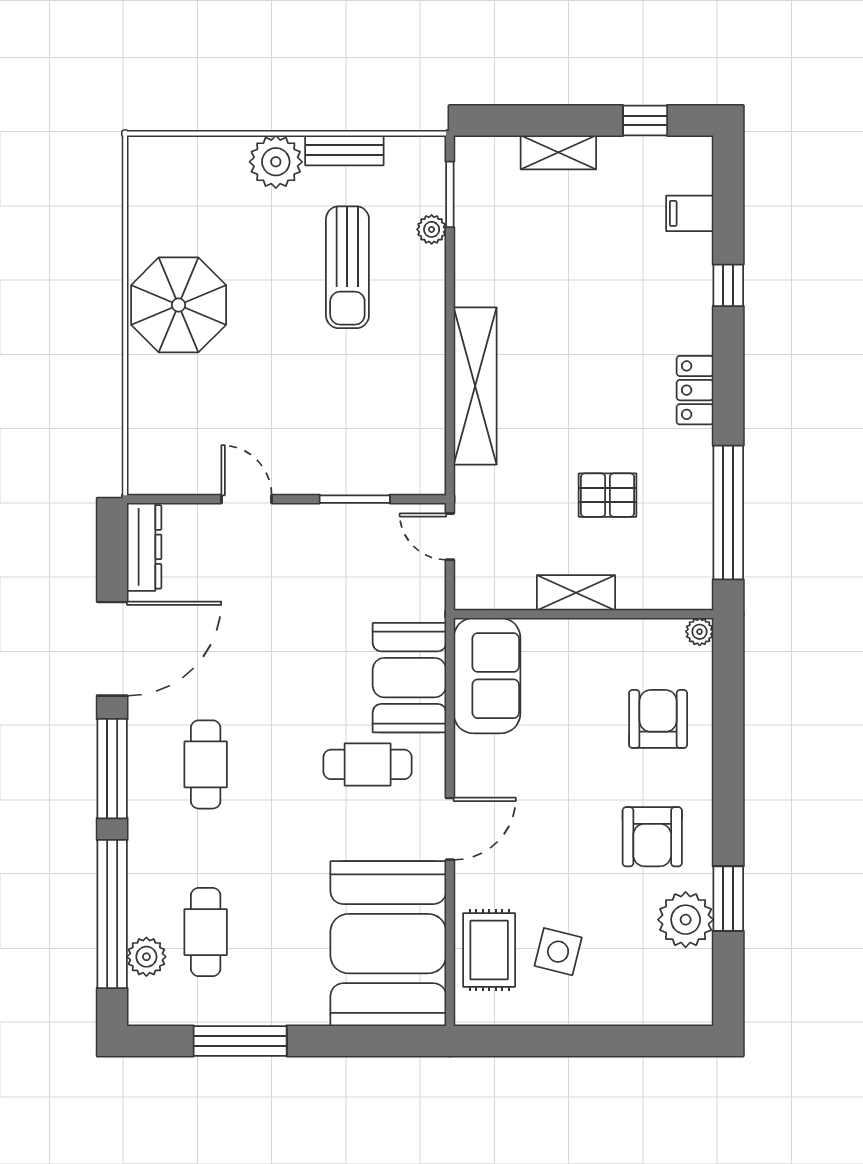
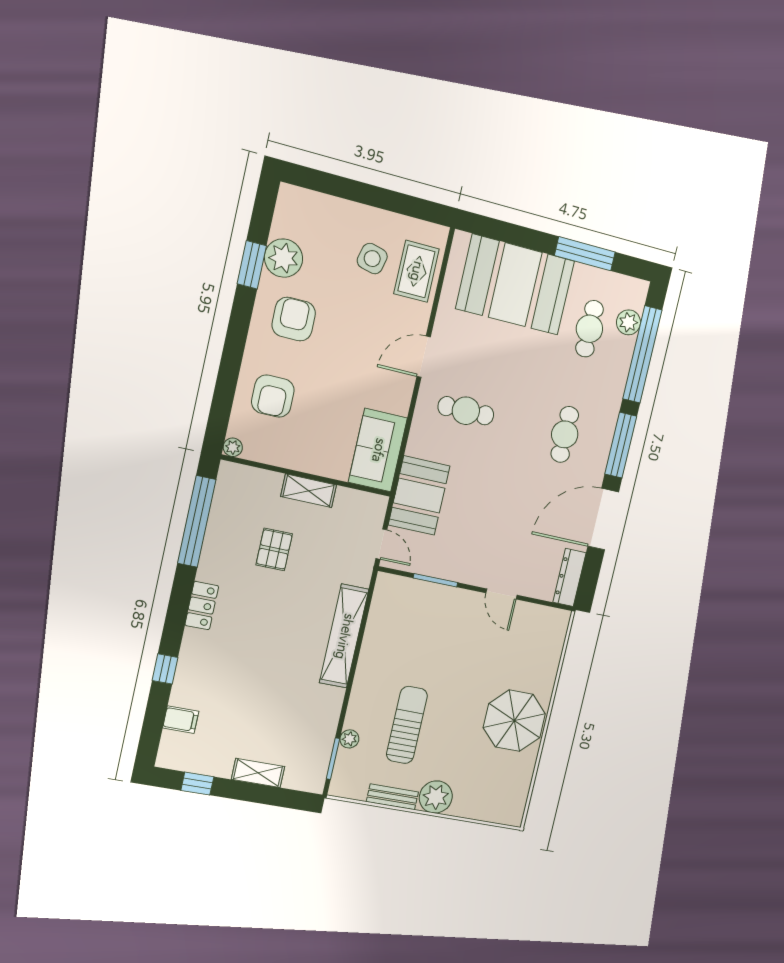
pallet: (608, 495) -> (274, 549), turned 90
booth: (409, 678) -> (419, 495), moved
booth: (388, 944) -> (515, 285), moved, turned 90

